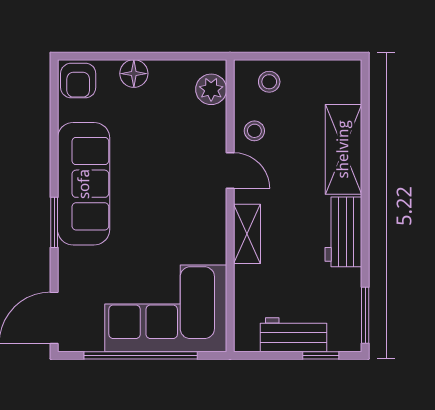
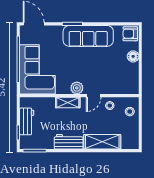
plant: (211, 89) -> (77, 88), moved

